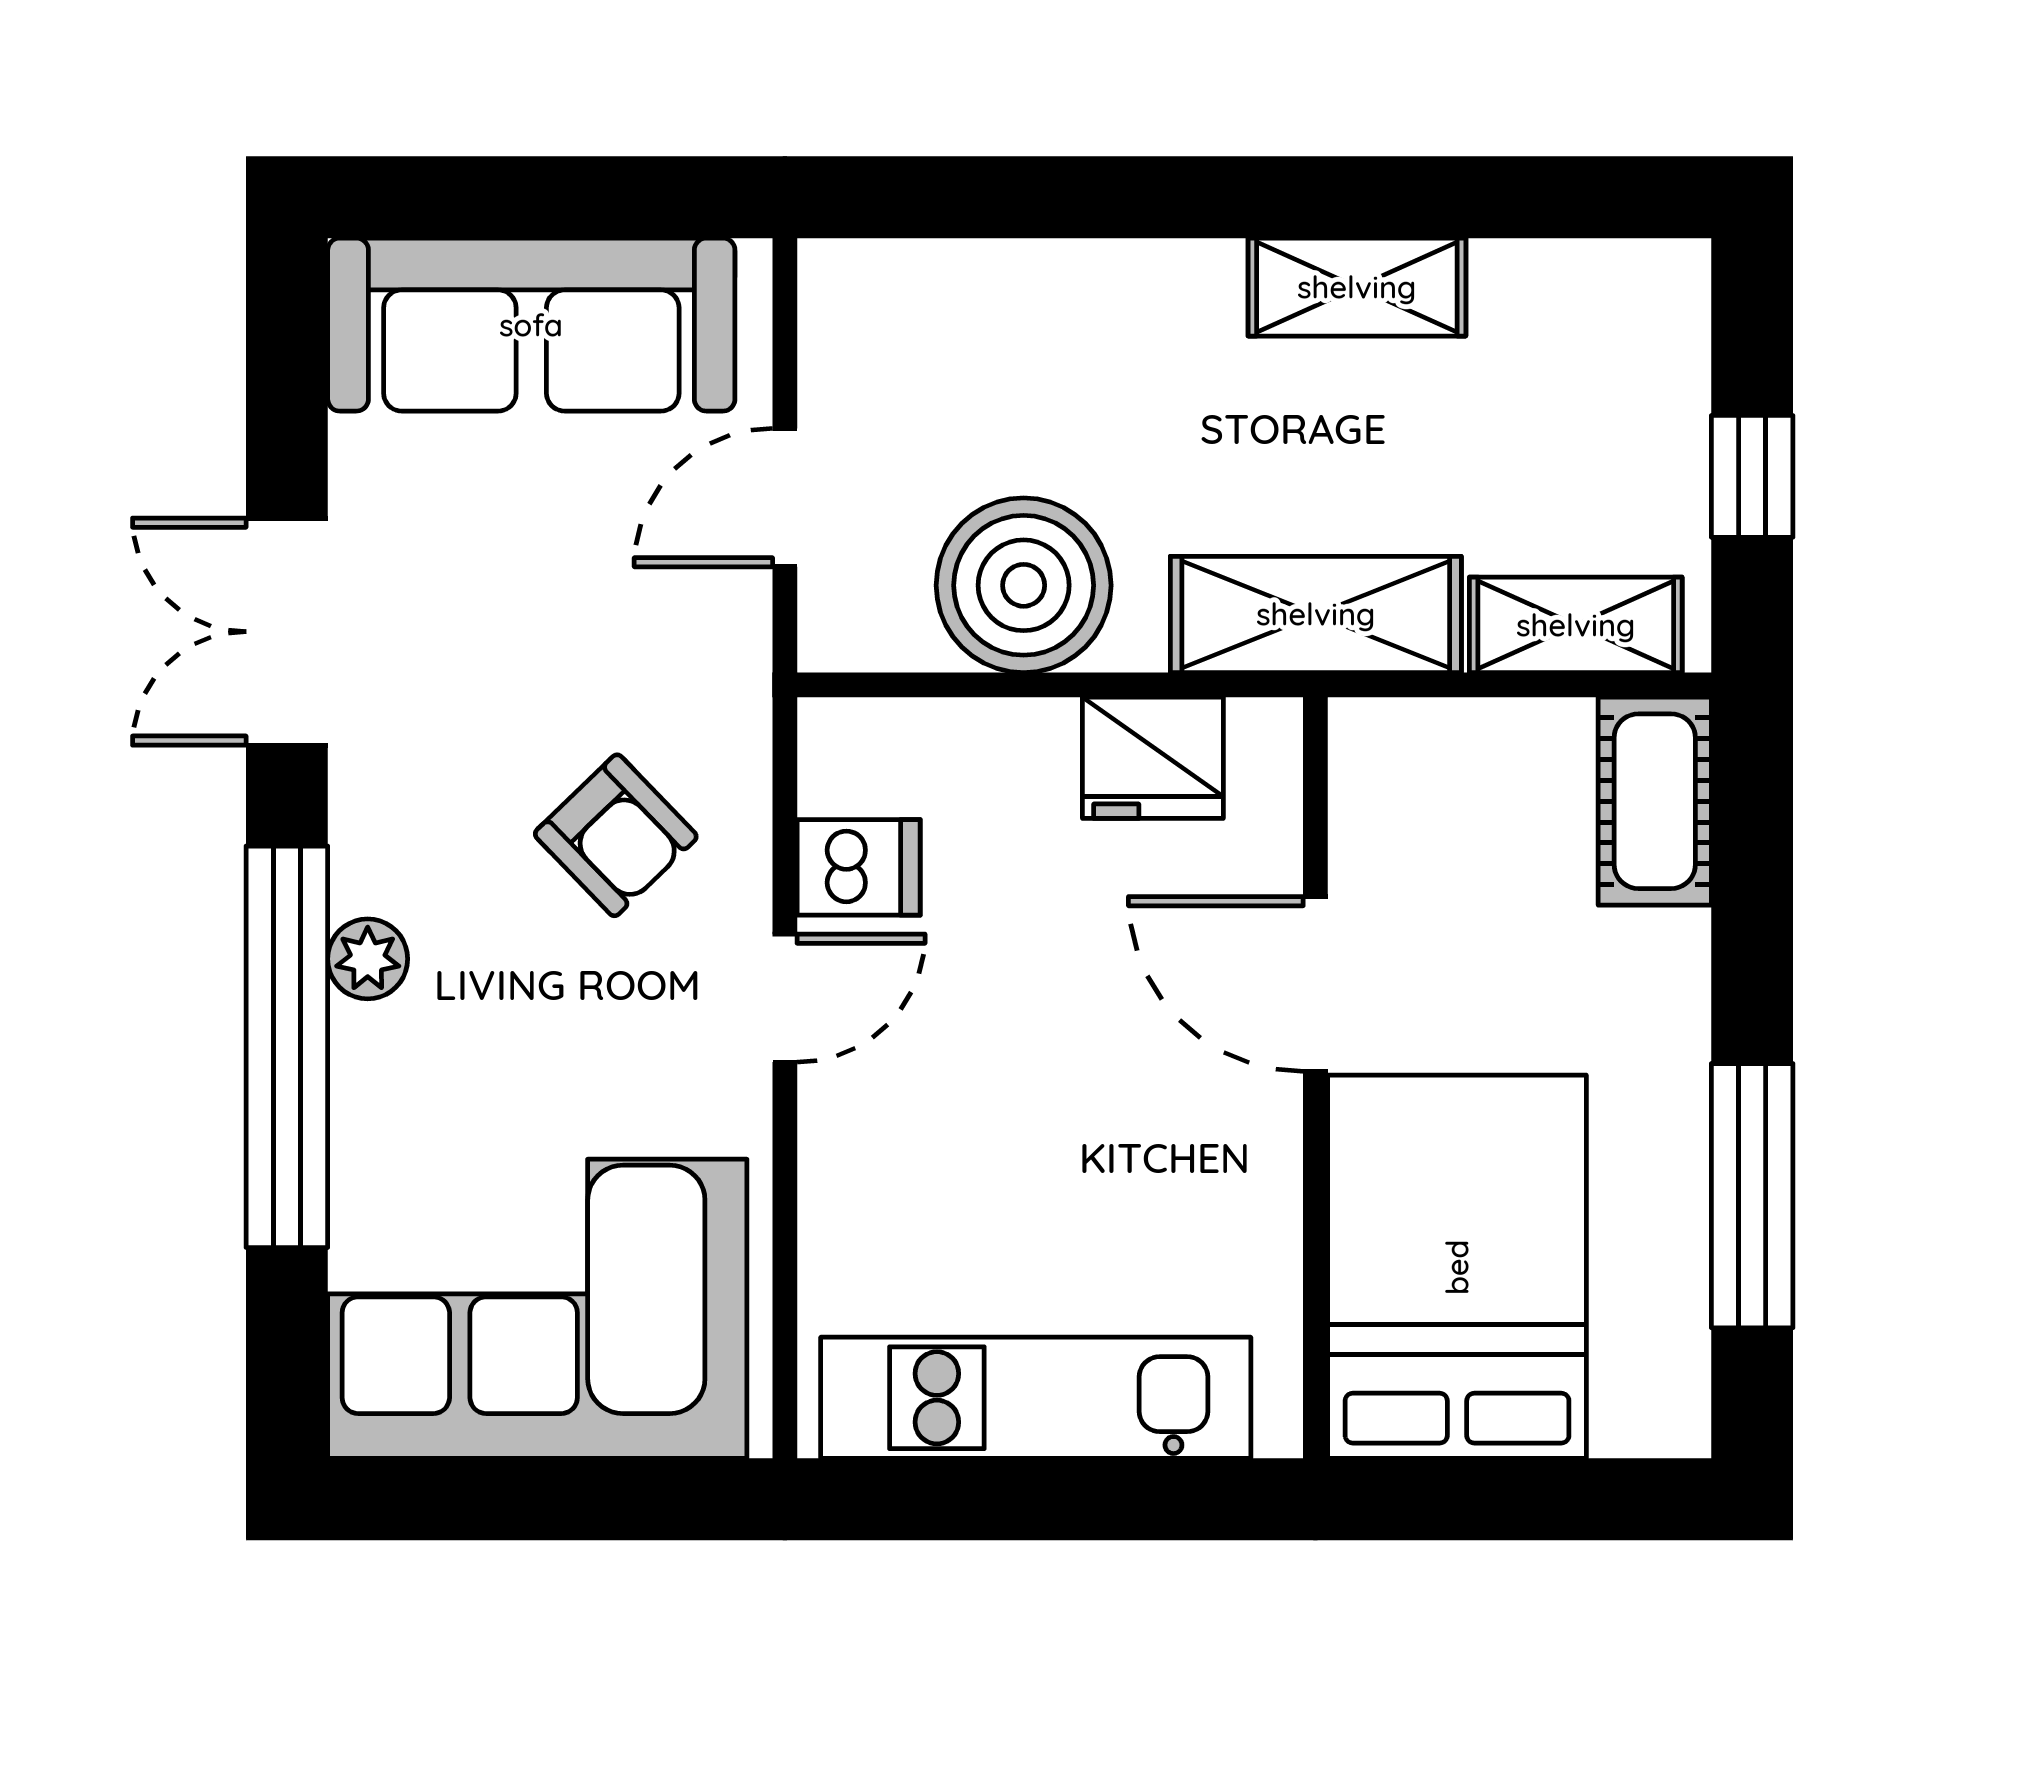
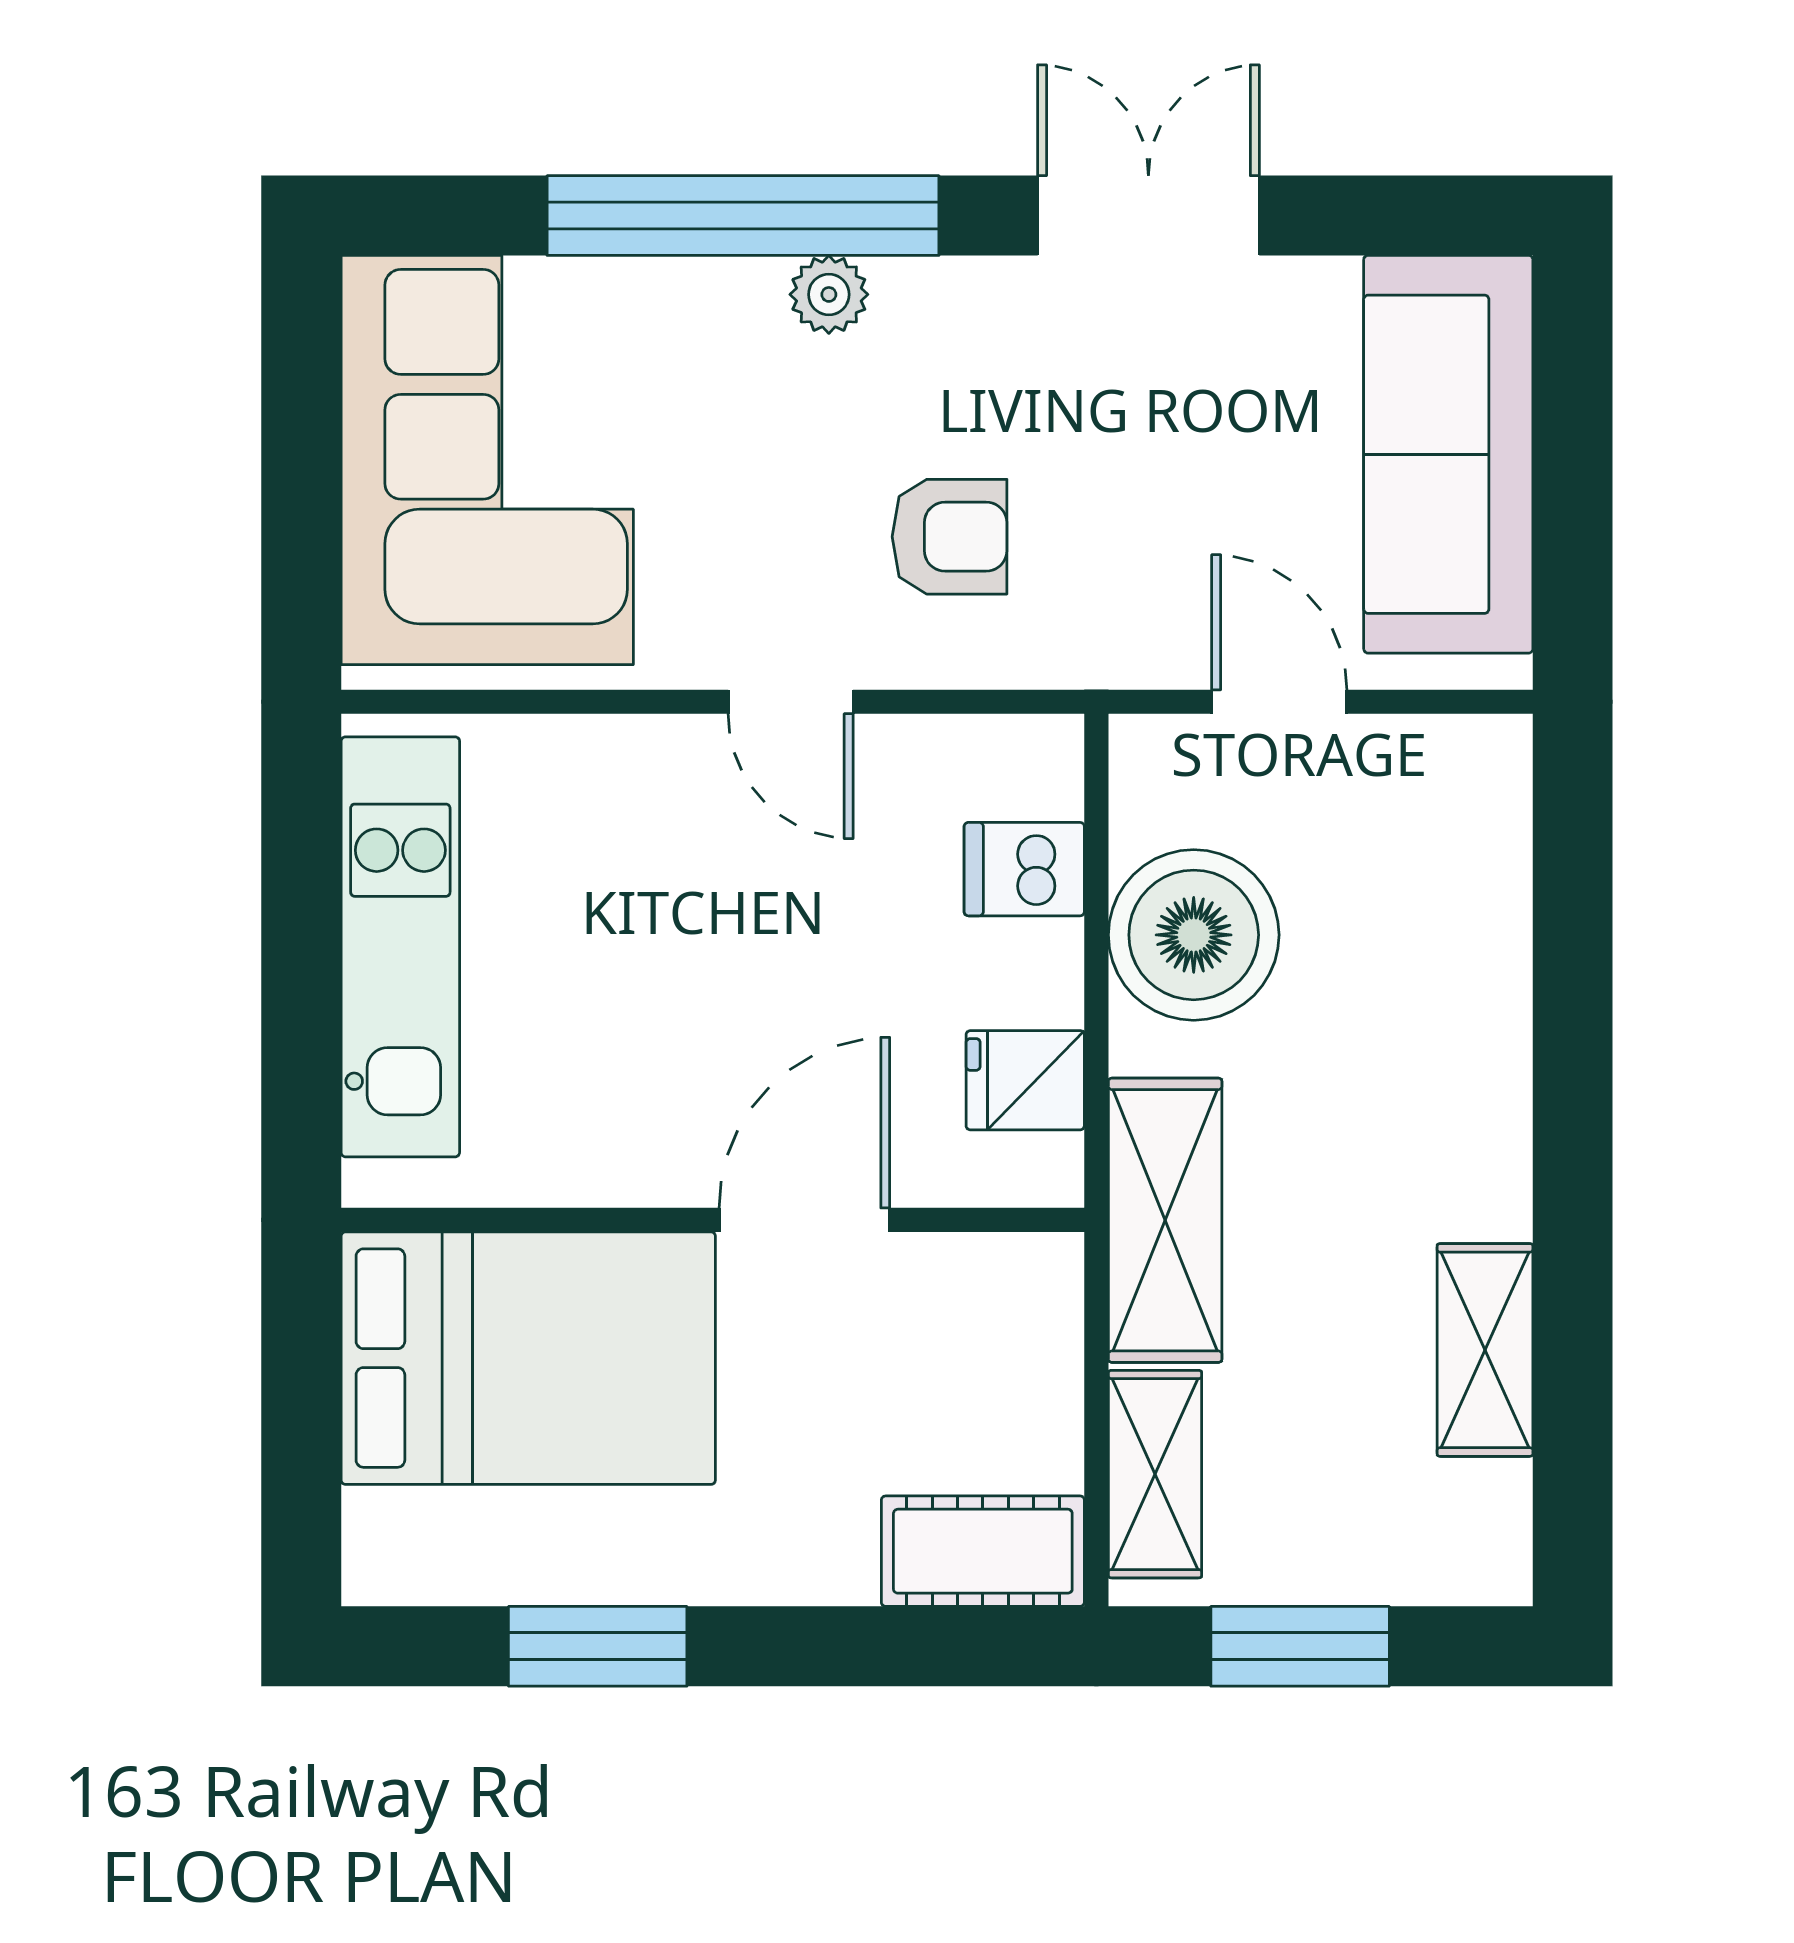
shelving: (1357, 287) -> (1485, 1350), moved
window: (1752, 476) -> (1300, 1646), width x1.50
fridge: (1153, 758) -> (1025, 1080), width x0.72
armchair: (616, 835) -> (950, 537), turned -136
dishwasher: (859, 867) -> (1024, 869), moved, turned 90
window: (1752, 1196) -> (598, 1646), width x0.69

